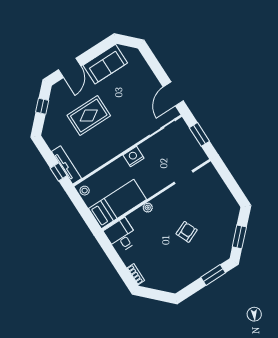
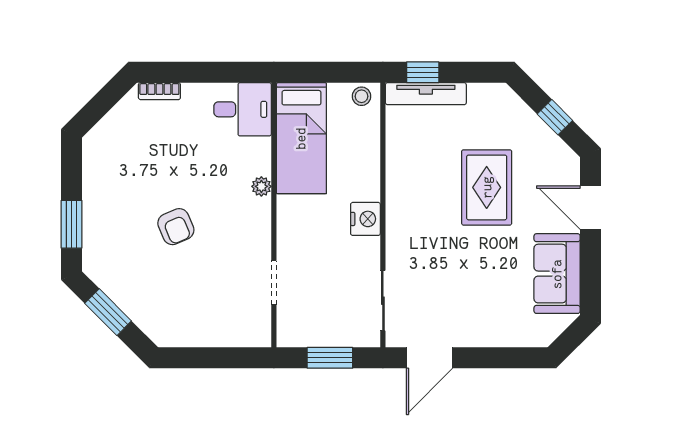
door: (173, 94) -> (429, 358), swing flipped

